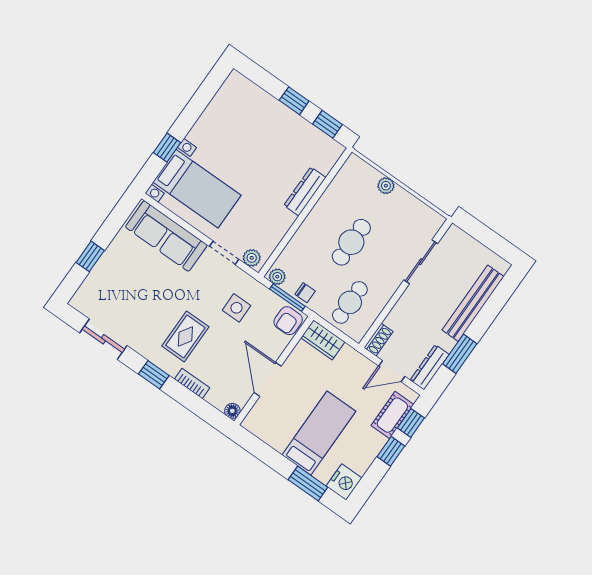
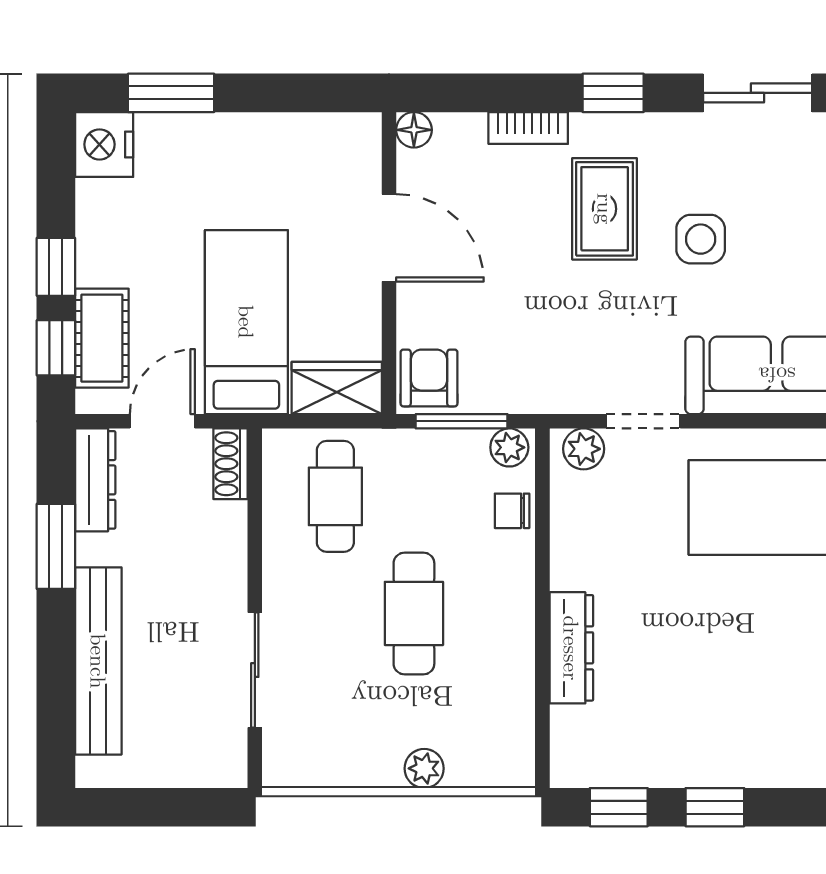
chair: (305, 293) -> (512, 511), moved
side table: (237, 308) -> (701, 239), moved
bed: (319, 433) -> (246, 322), moved, turned 180

